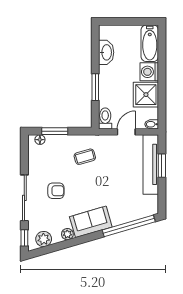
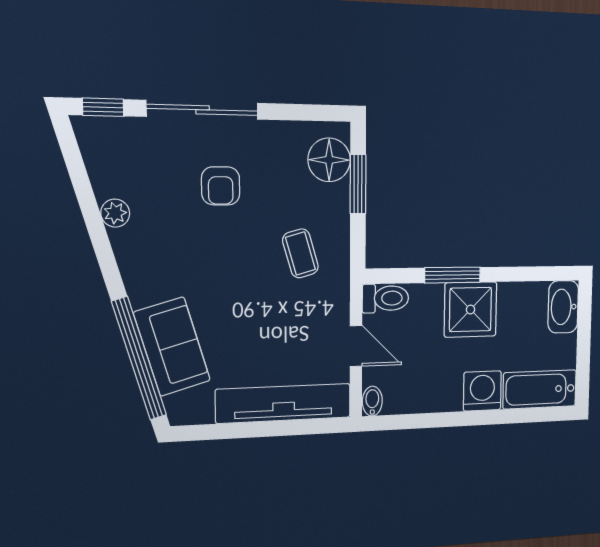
washbasin: (106, 52) -> (563, 307), moved, turned 90
shower: (146, 95) -> (471, 310), moved
floor lamp: (40, 140) -> (329, 160), width x1.89, depth x1.89
window: (162, 166) -> (281, 428), removed
sofa: (91, 222) -> (172, 347), moved
plant: (44, 239) -> (102, 155), removed

